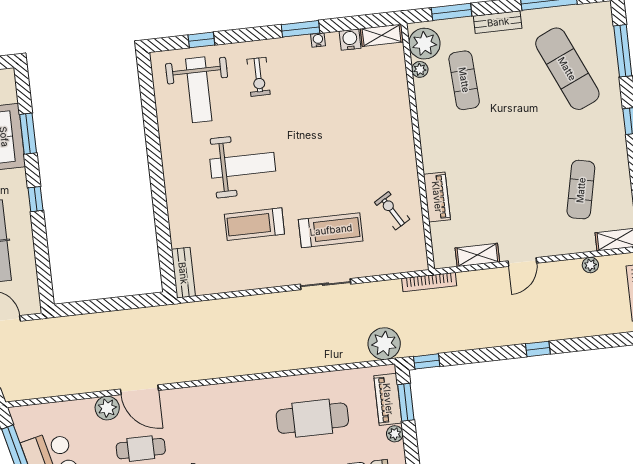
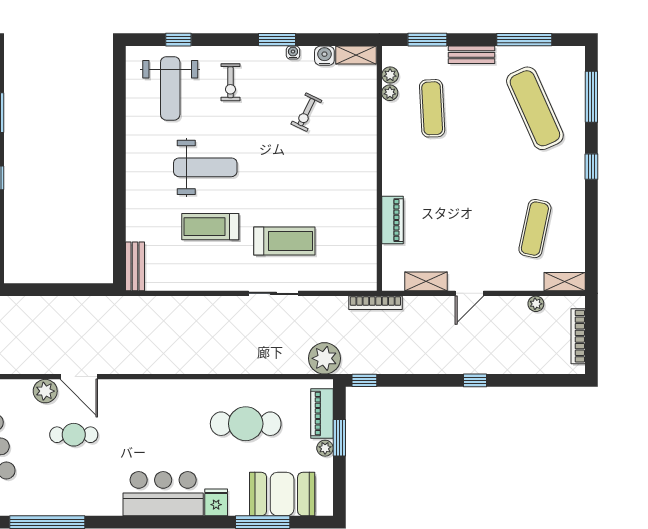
plant: (424, 44) -> (390, 75), width x0.53, depth x0.53
exercise bike: (392, 211) -> (306, 112), moved, turned -123
window: (406, 402) -> (339, 438), moved

